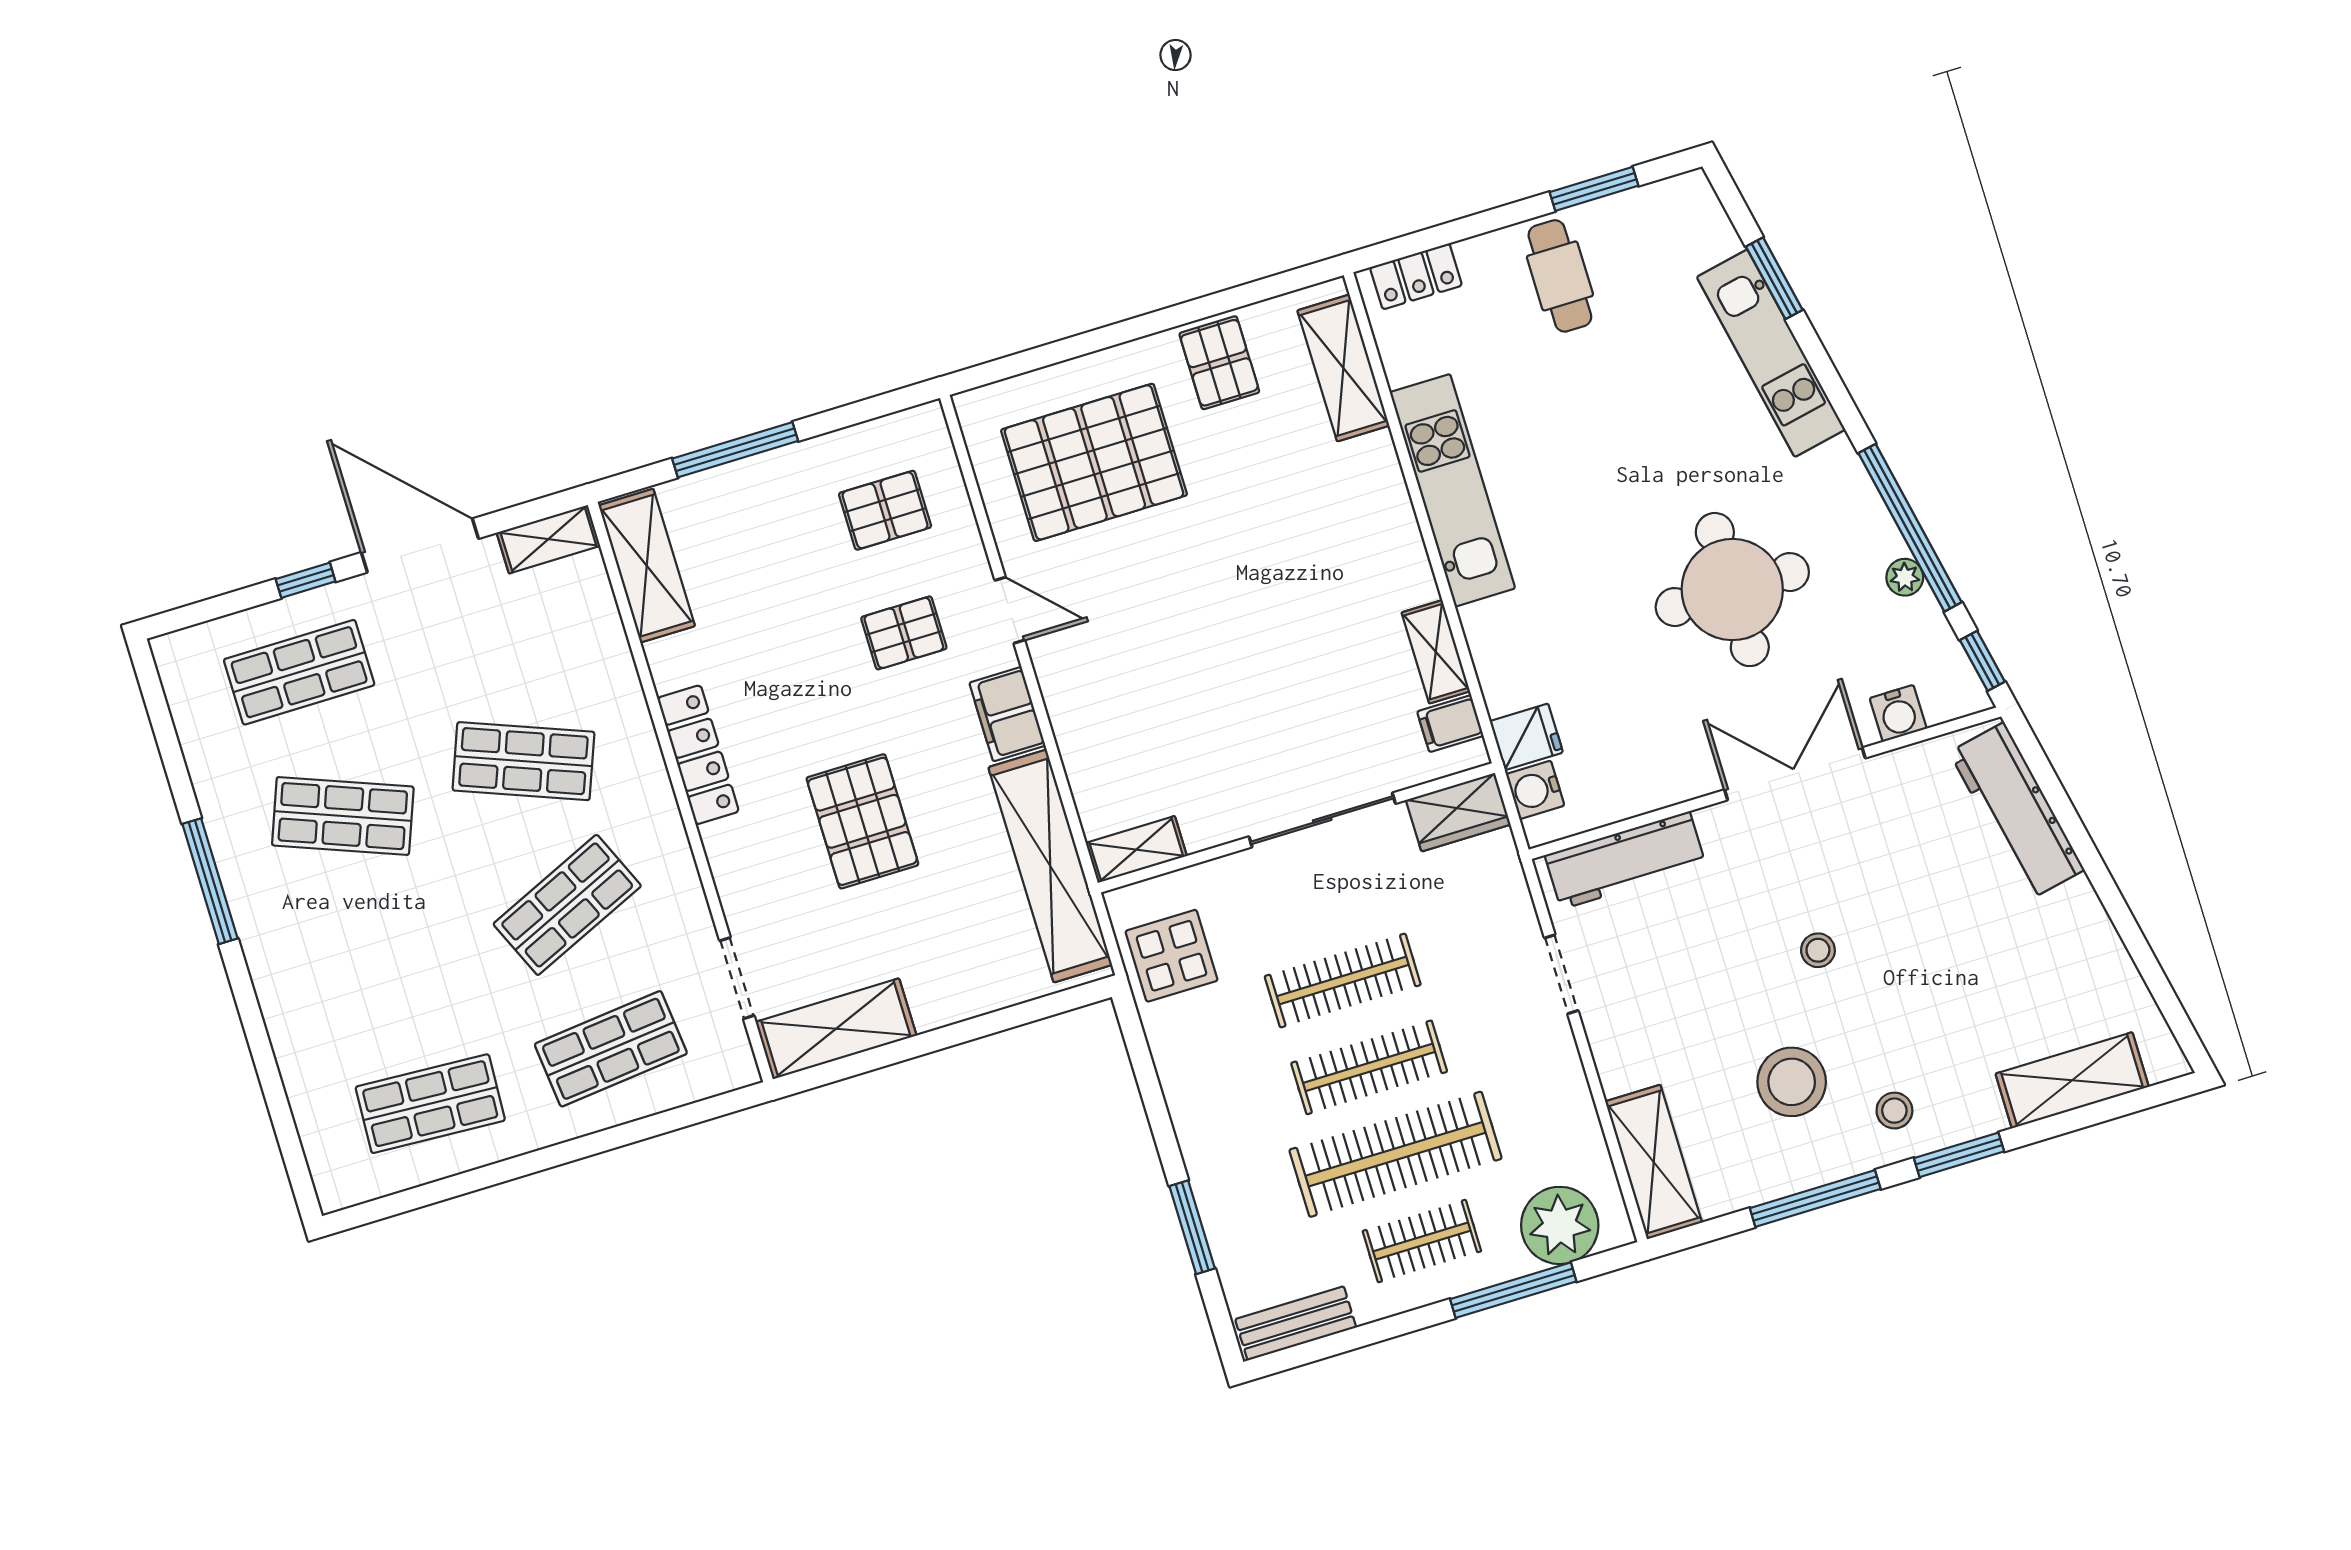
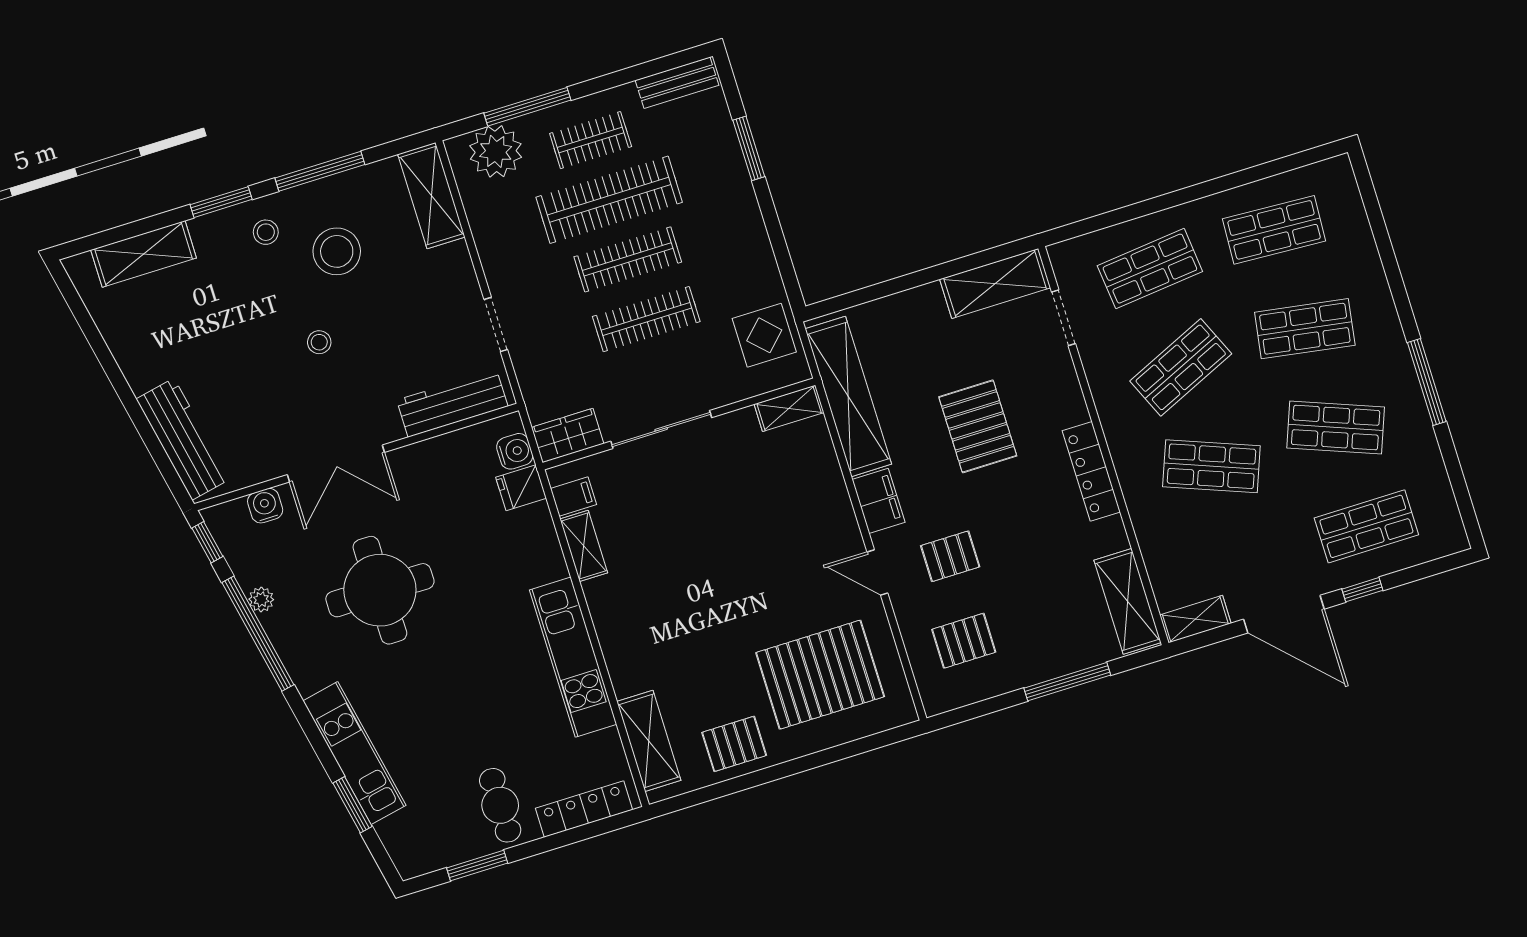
locker: (1416, 276) -> (584, 809), width x1.53
pallet: (1219, 363) -> (734, 744), turned 90
shop shelf: (387, 960) -> (1305, 329), added

